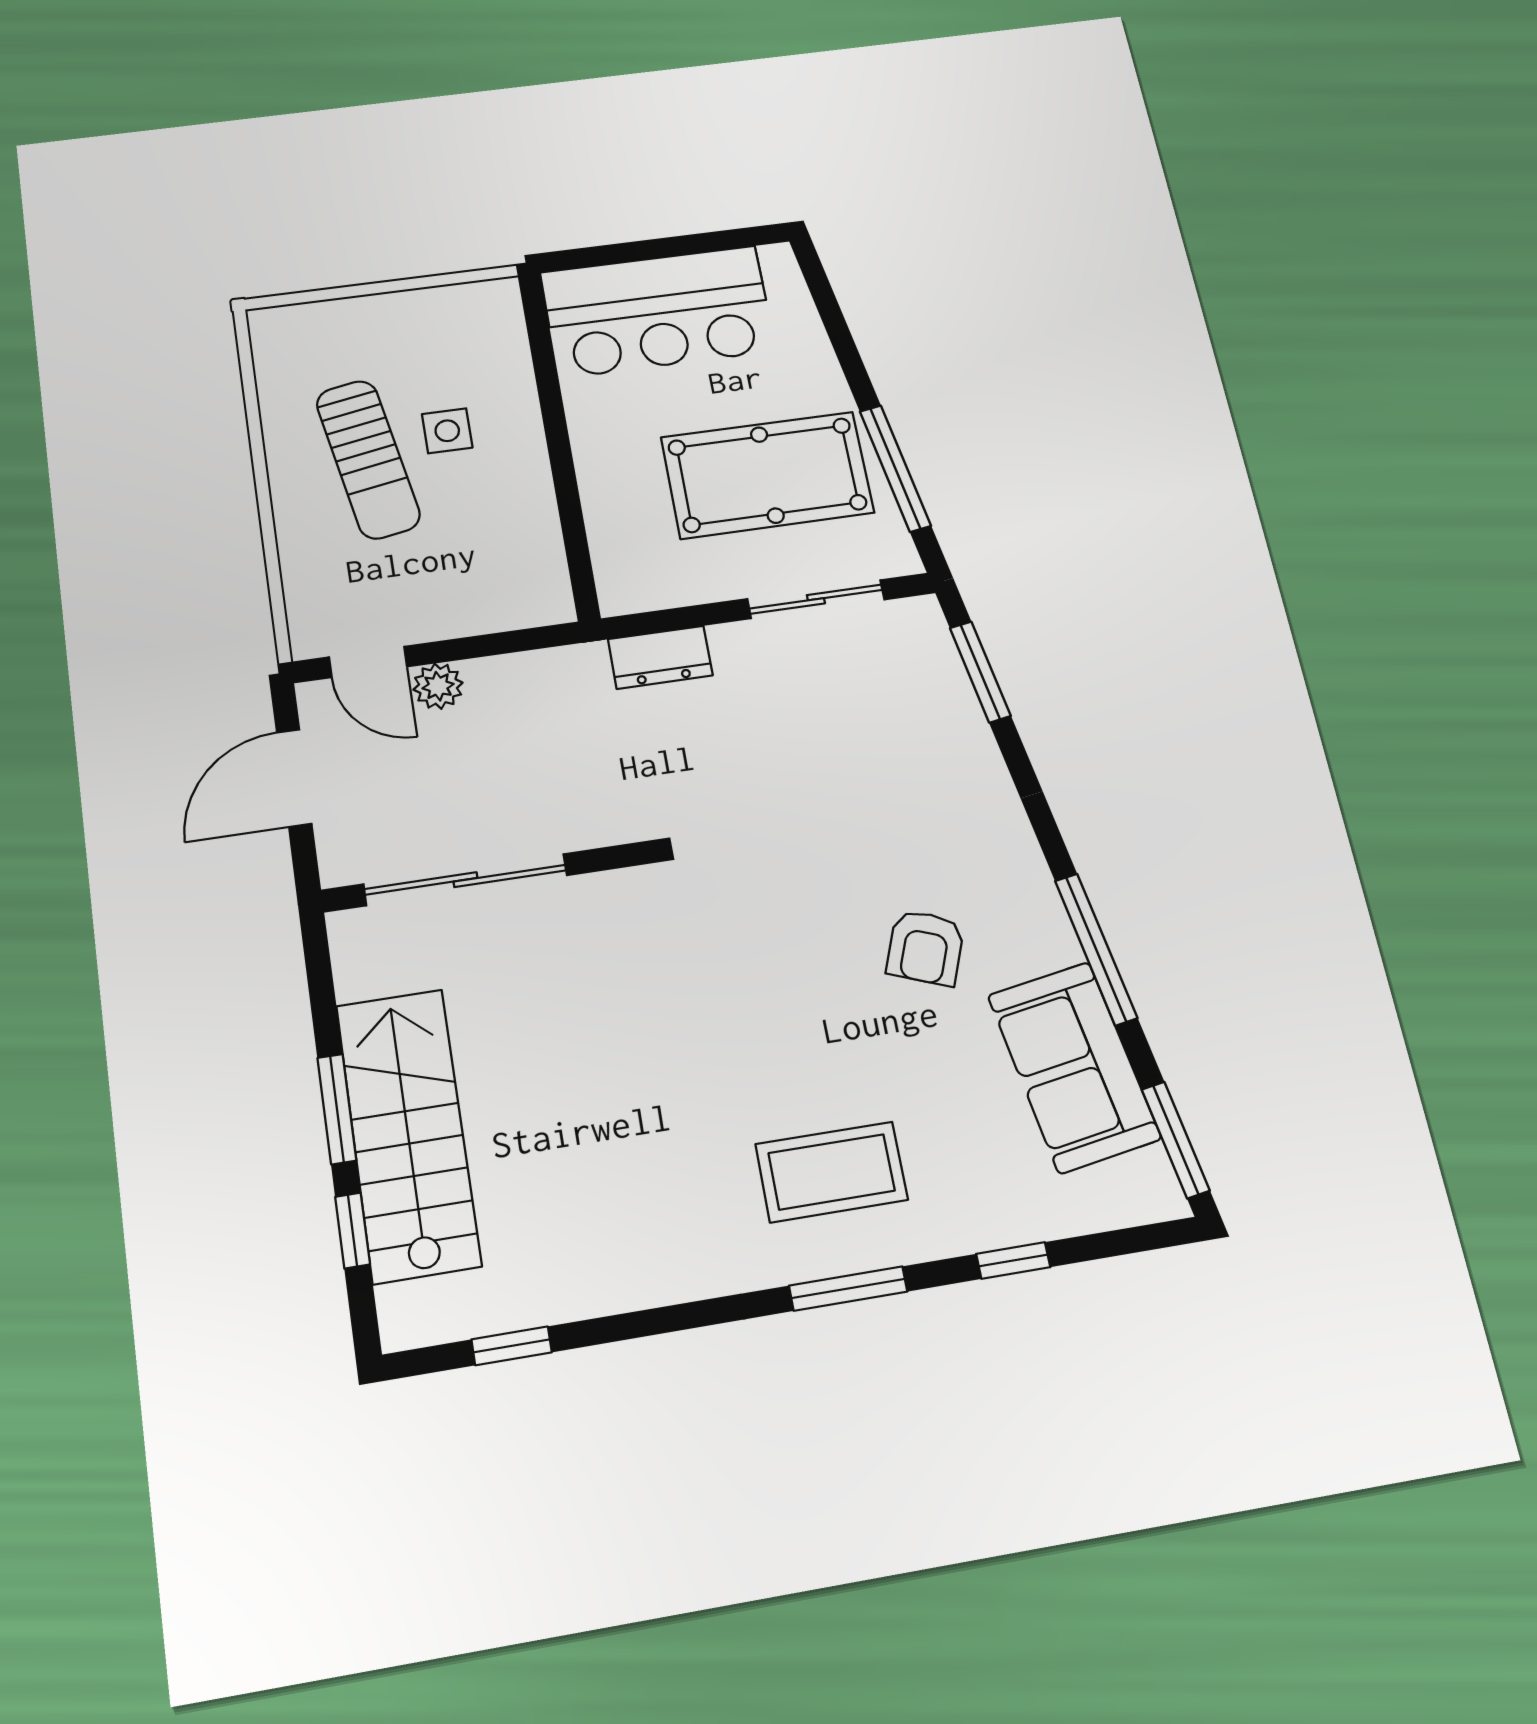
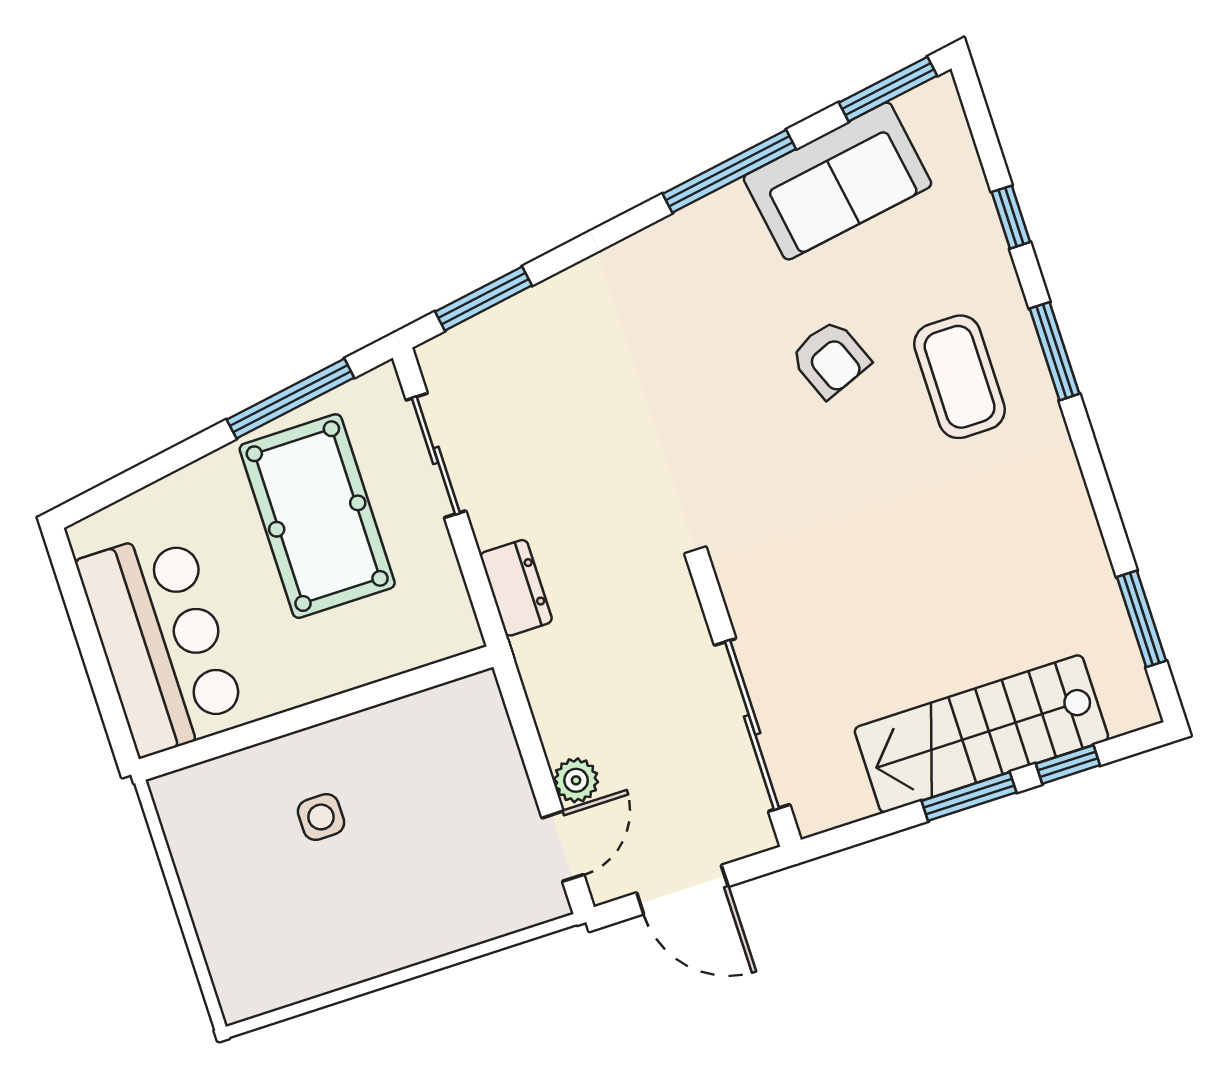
sun lounger: (368, 459) -> (362, 884), removed
armchair: (925, 947) -> (830, 359), moved, turned 47
window: (512, 1346) -> (1142, 619), width x1.50

